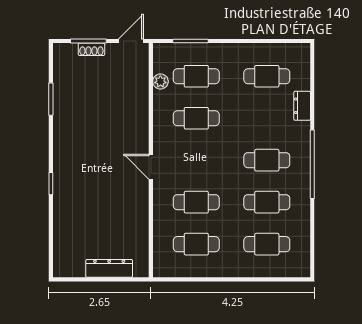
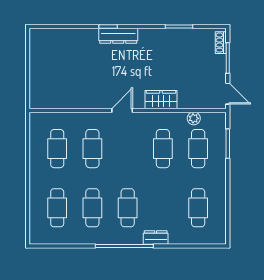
shoe rack: (91, 49) -> (221, 43), moved
dresser: (302, 106) -> (156, 237), moved
wardrobe: (138, 120) -> (161, 100), added
dresser: (109, 268) -> (118, 36), moved, turned 90

